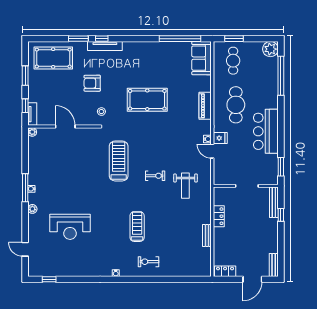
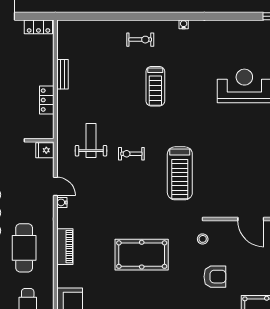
fridge: (220, 138) -> (45, 150), moved

